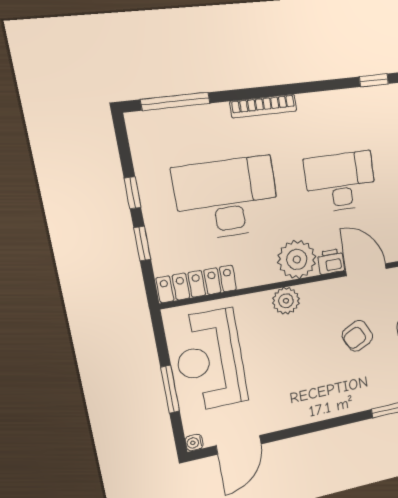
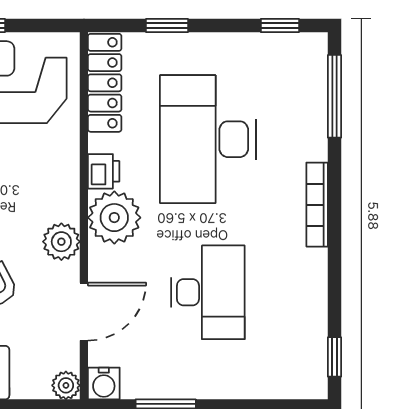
window: (133, 193) -> (280, 25), moved
desk: (227, 198) -> (208, 139), turned 180
printer: (331, 261) -> (104, 171), moved
plant: (286, 301) -> (61, 242), moved

